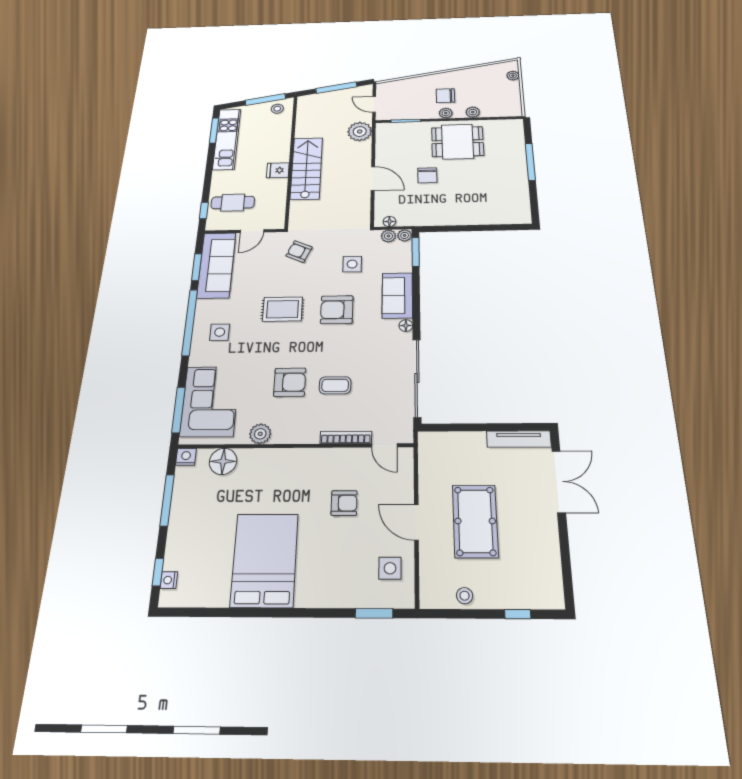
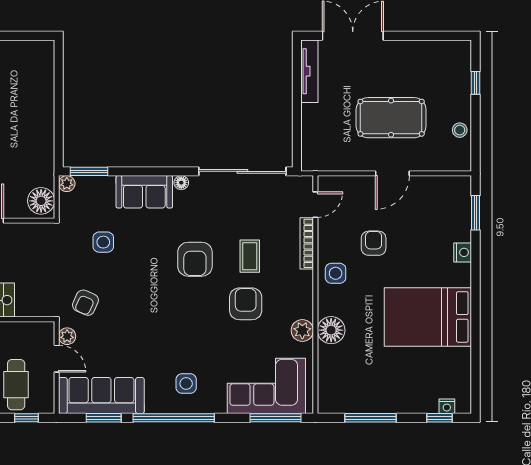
floor lamp: (389, 221) -> (41, 201), width x1.89, depth x1.89
plant: (388, 236) -> (67, 336), moved
rug: (283, 309) -> (159, 317), removed
armchair: (337, 310) -> (195, 259), moved
nightstand: (186, 457) -> (463, 252), moved, turned 180
floor lamp: (223, 461) -> (331, 330), moved
side table: (390, 568) -> (336, 273), moved

